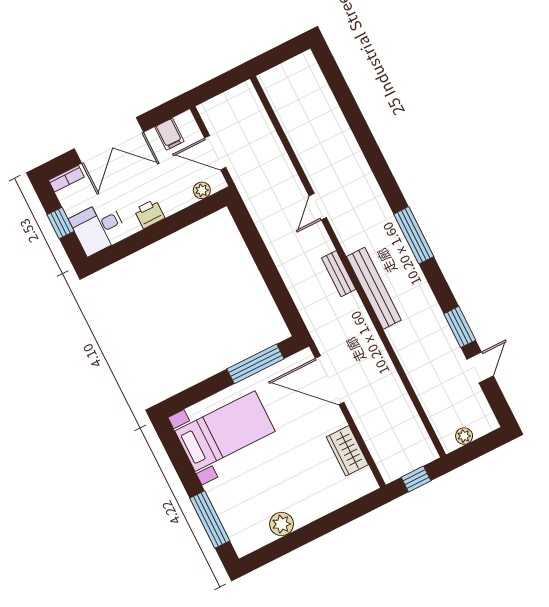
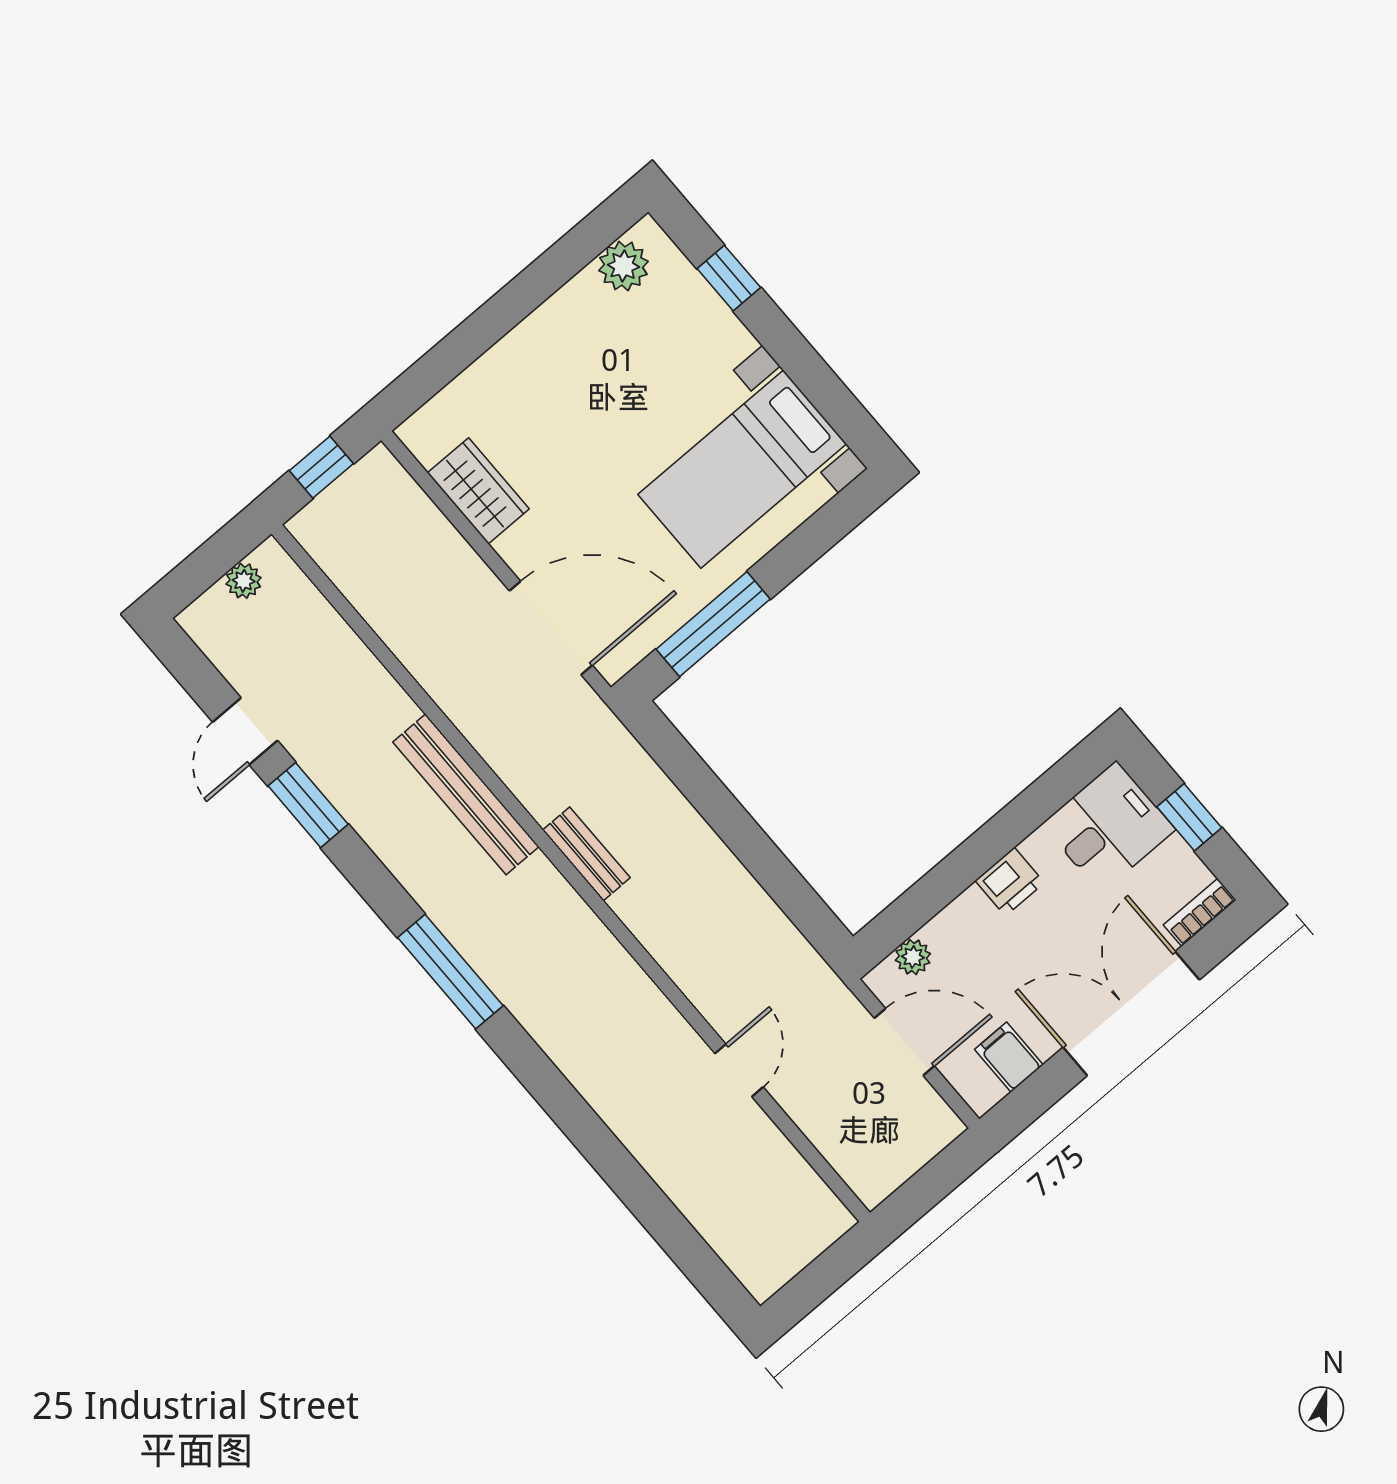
door: (318, 207) -> (739, 1070), moved
bench: (374, 288) -> (466, 794), moved
window: (210, 519) -> (729, 278), width x0.46
plant: (282, 524) -> (623, 266), moved

